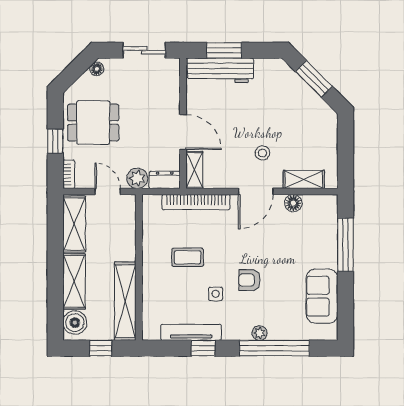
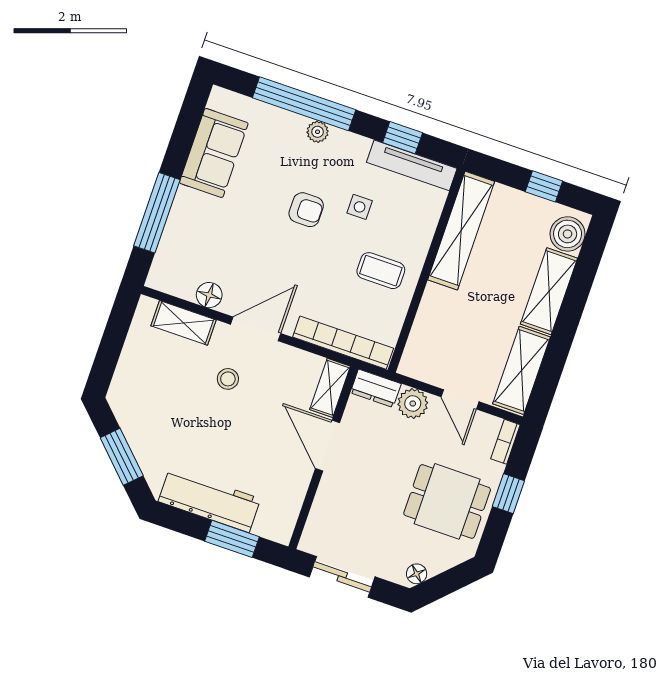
workbench: (220, 70) -> (209, 500), moved
wall: (139, 267) -> (426, 271), moved
shelving: (125, 301) -> (461, 231), moved

